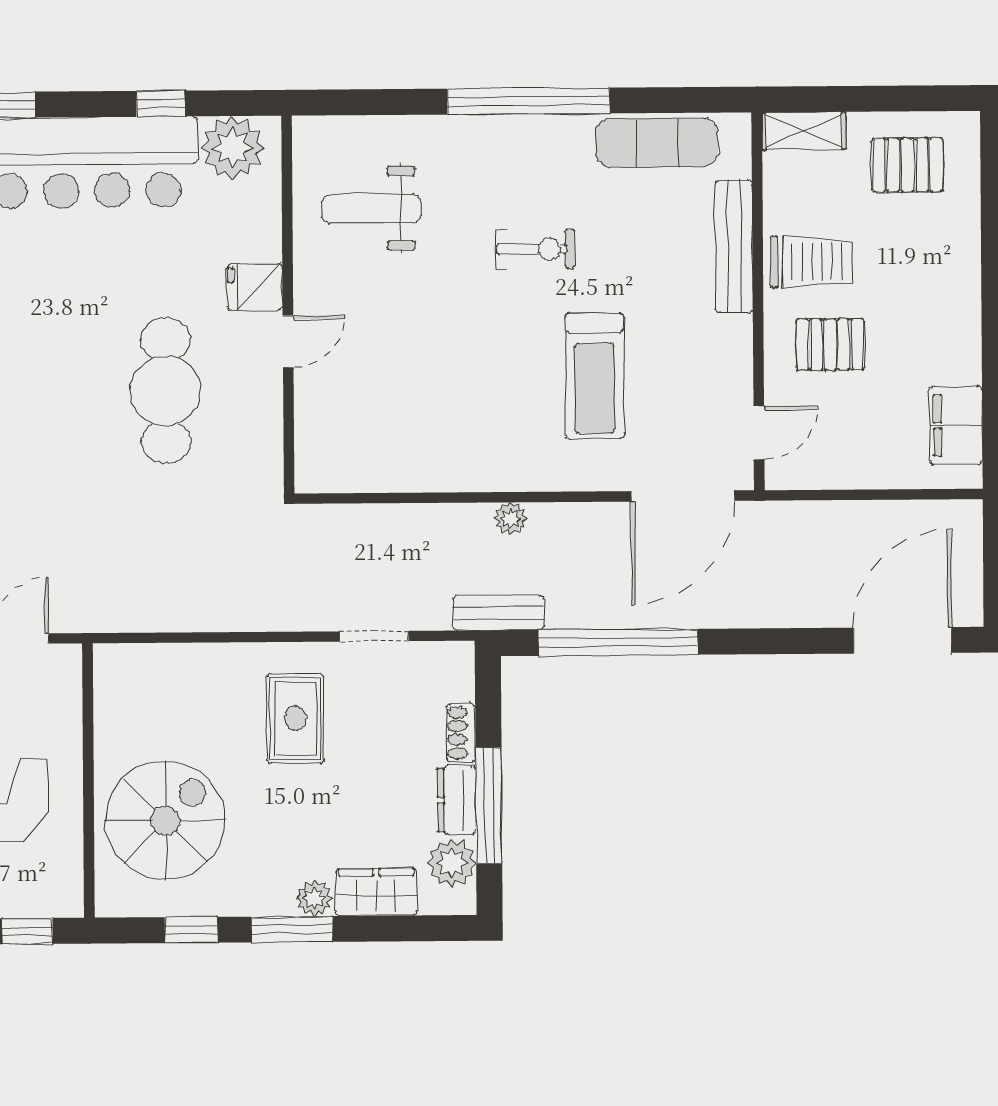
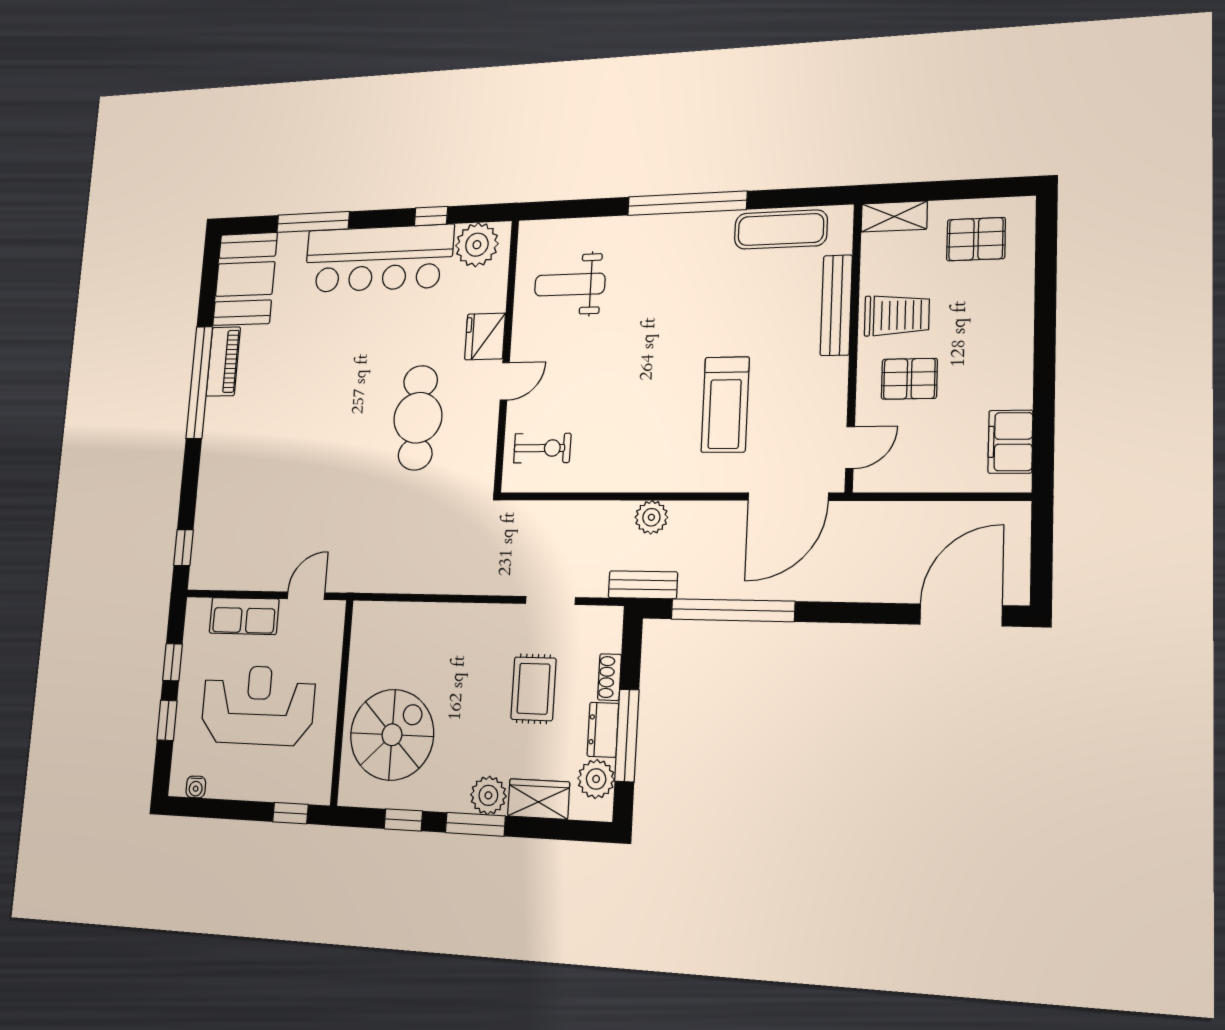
exercise bike: (535, 249) -> (542, 448), moved
fridge: (255, 287) -> (485, 336), width x1.38
plant: (510, 518) -> (651, 517), width x1.38, depth x1.38
rug: (295, 718) -> (533, 689), moved
plant: (314, 898) -> (488, 795), width x1.38, depth x1.38

